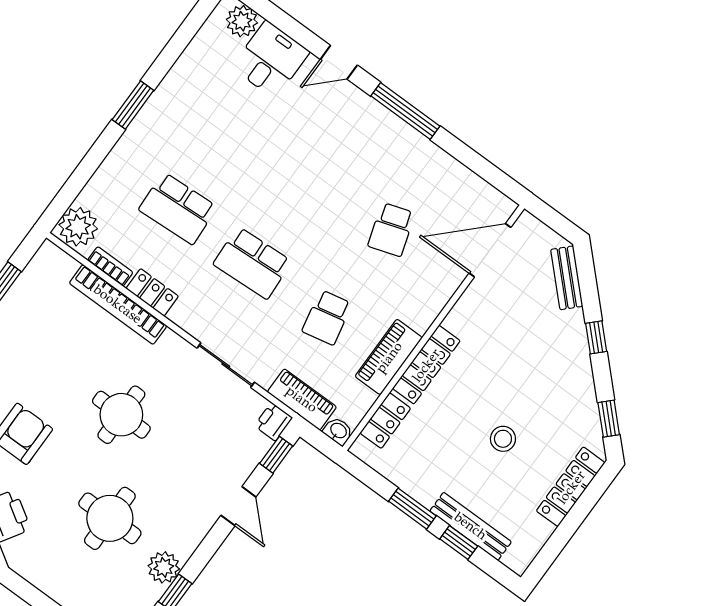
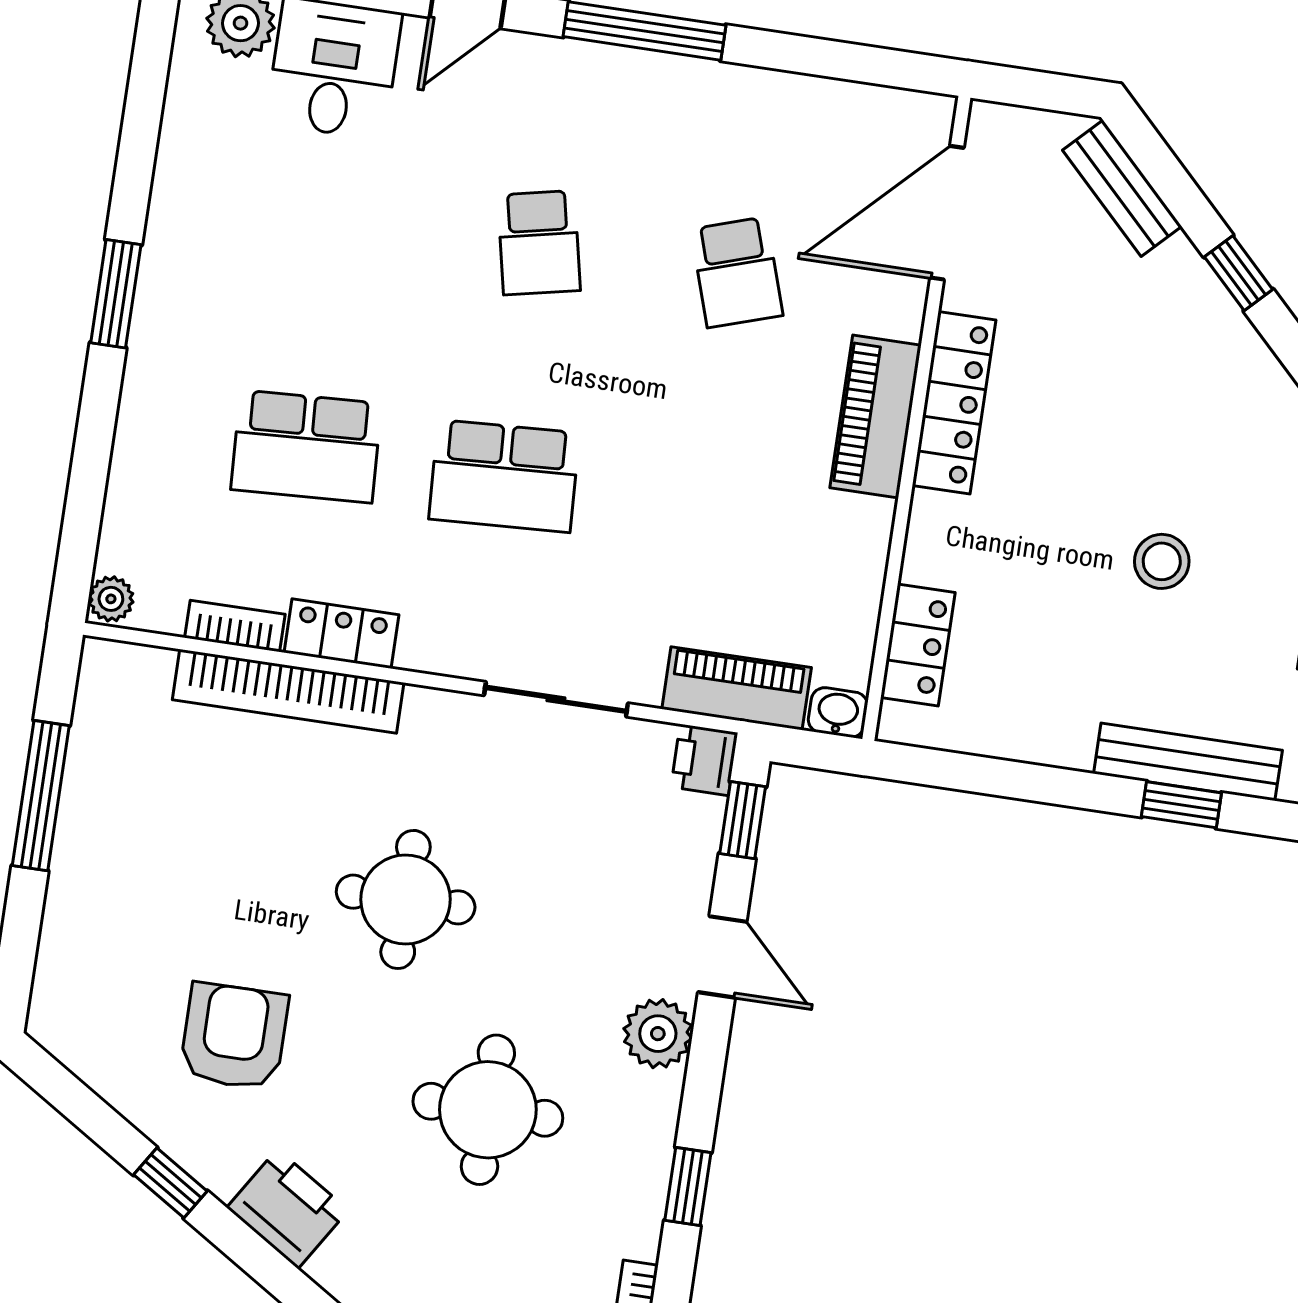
plant: (78, 227) -> (111, 599), width x0.53, depth x0.53
school desk: (327, 317) -> (539, 243), moved
piano: (389, 357) -> (876, 417), moved
locker: (426, 365) -> (954, 403), moved
window: (412, 509) -> (1058, 786), removed
plant: (164, 567) -> (658, 1034), moved

